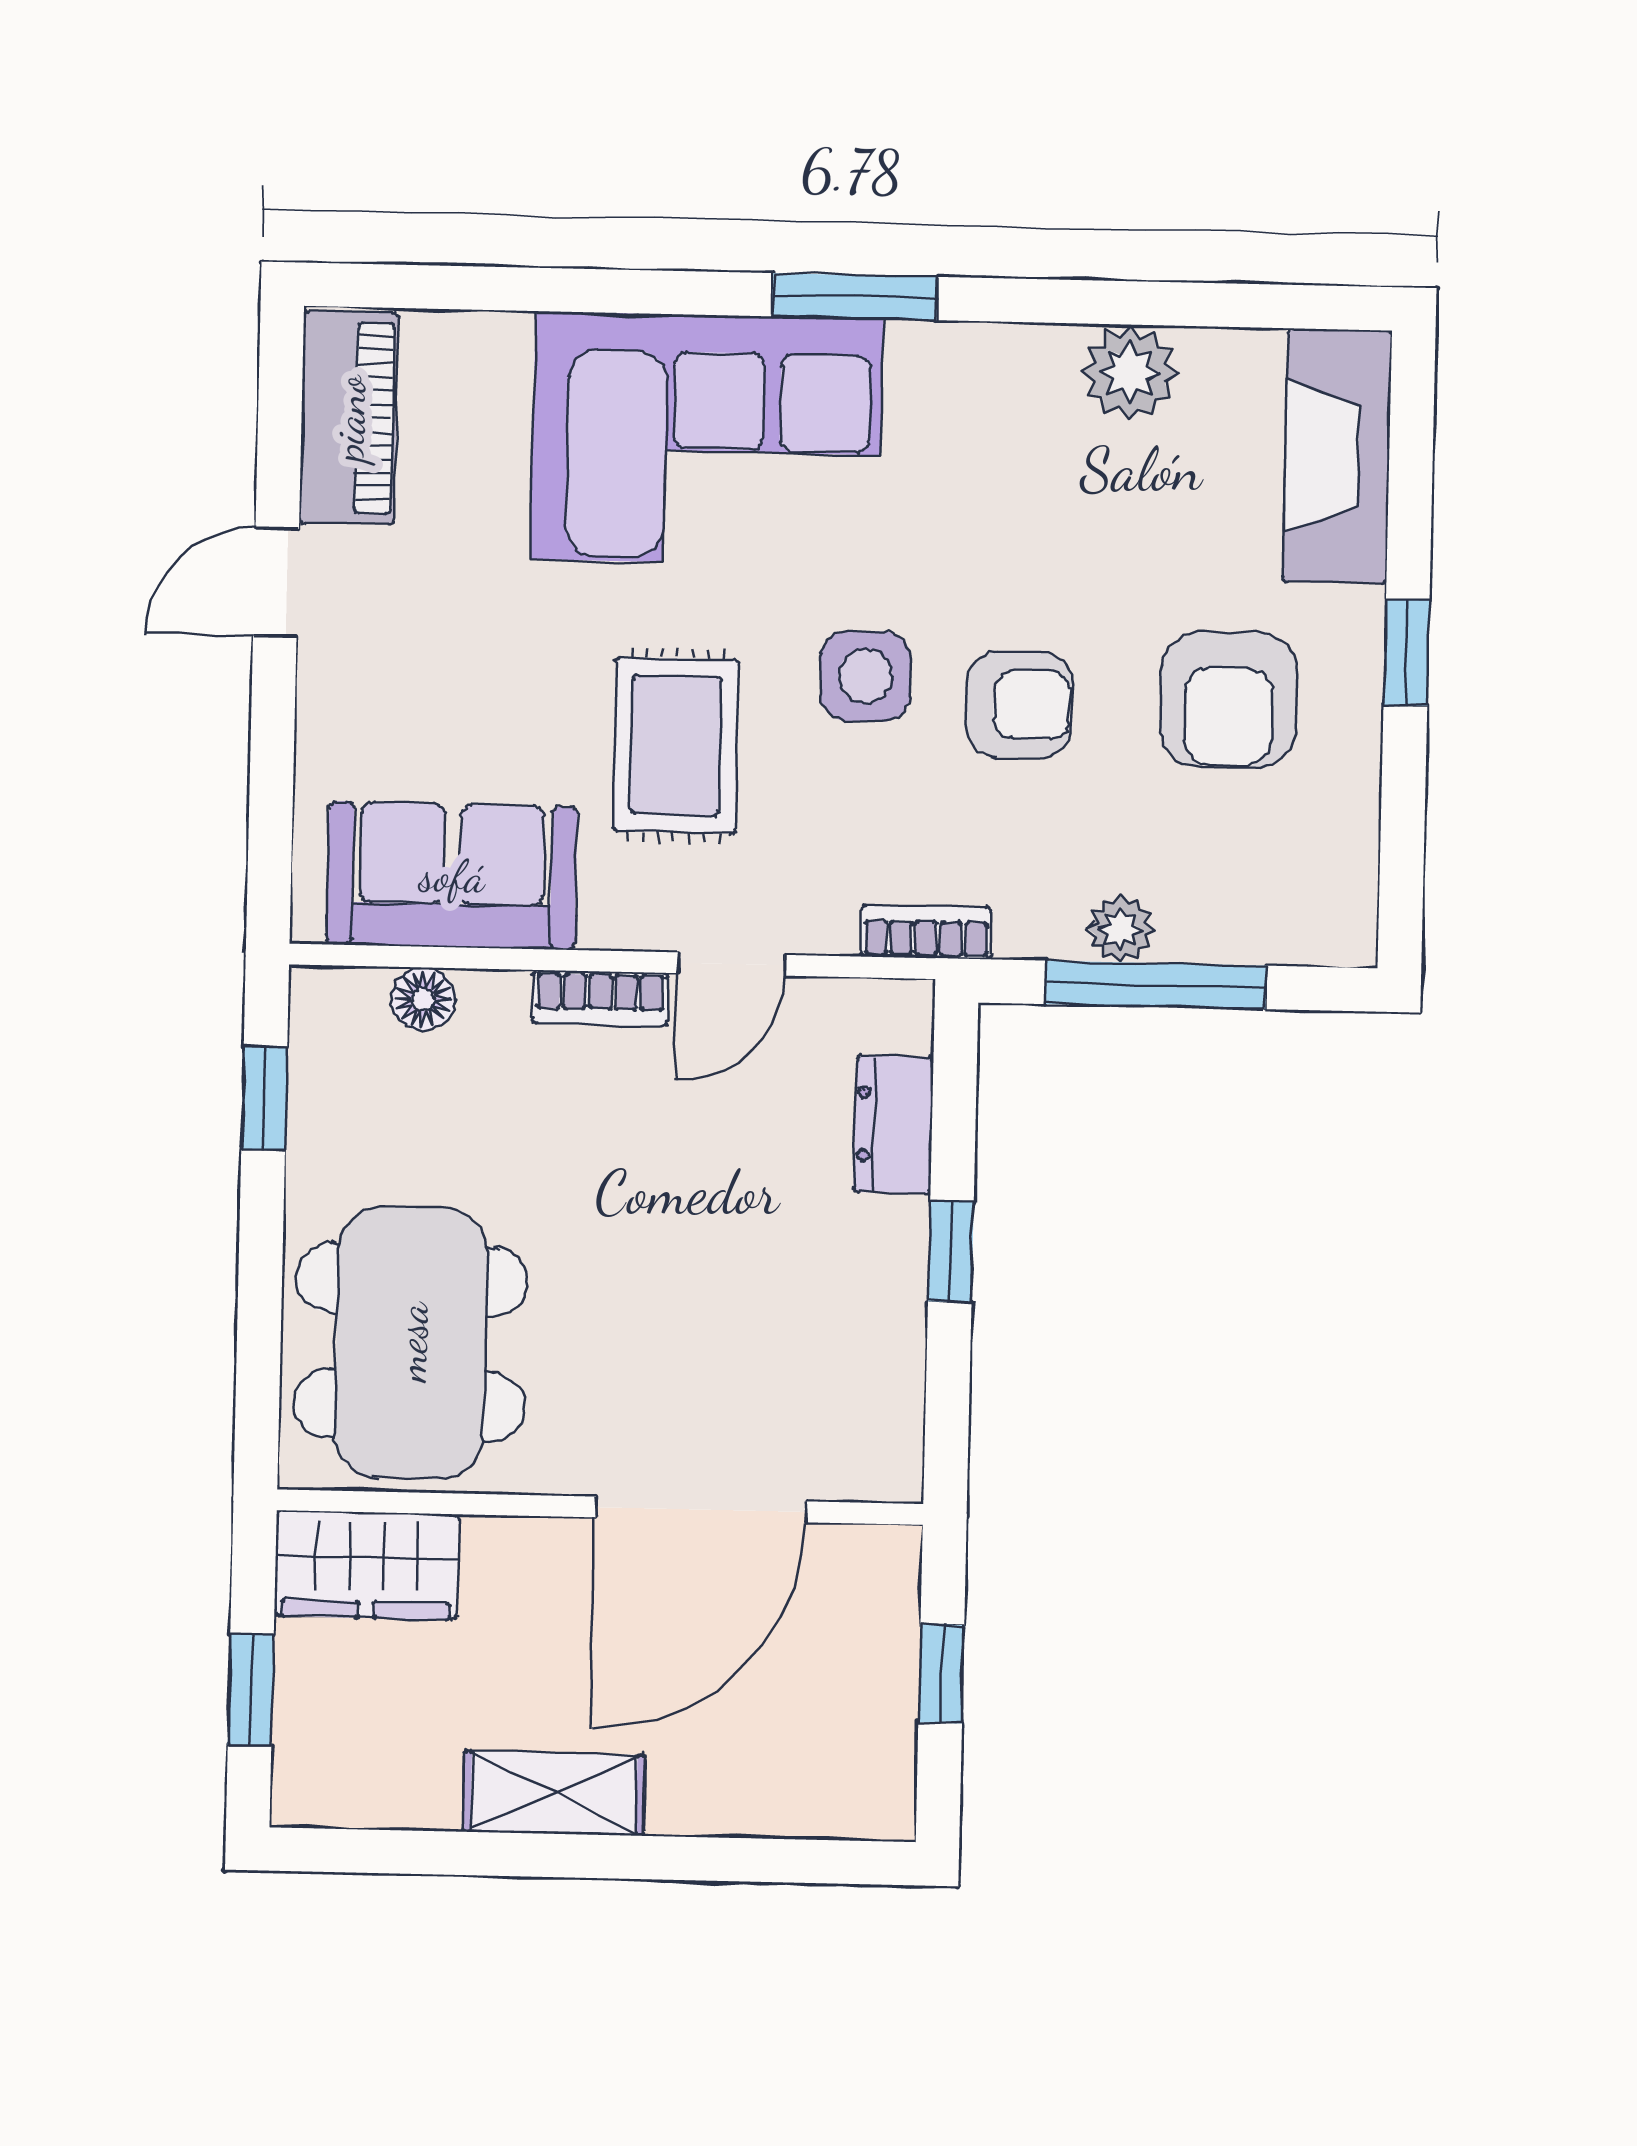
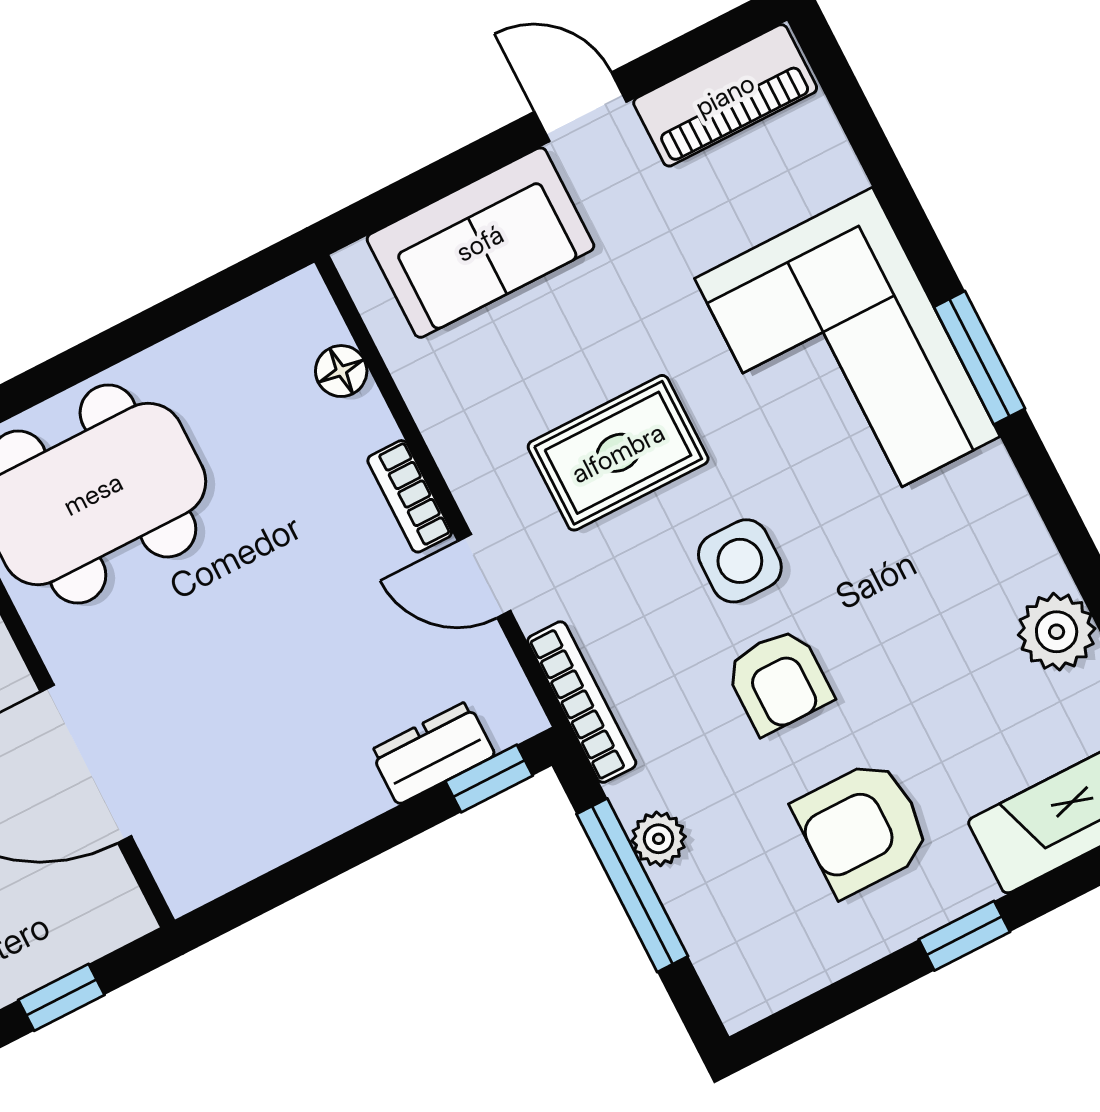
window: (855, 297) -> (979, 358), moved
sofa: (452, 876) -> (480, 243), moved, turned 90
bookcase: (926, 932) -> (582, 702), width x1.56
window: (264, 1098) -> (210, 296), removed
window: (951, 1252) -> (489, 779), moved

